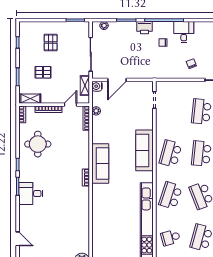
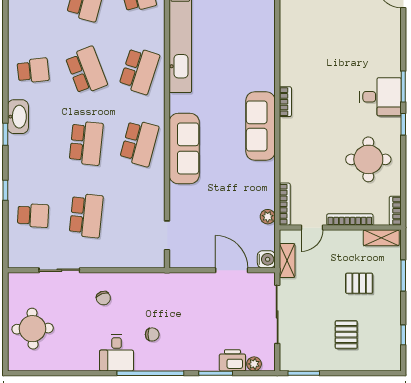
printer: (145, 28) -> (232, 360), moved
door: (117, 80) -> (232, 270), hinge flipped
desk: (31, 194) -> (380, 97), moved

